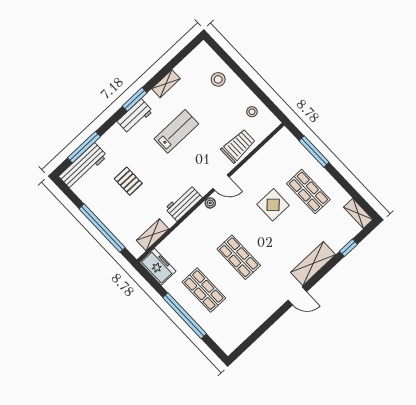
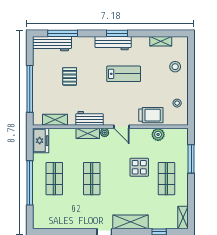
shelving: (166, 84) -> (161, 41), moved
workbench: (135, 116) -> (113, 43), width x1.37
plant: (262, 158) -> (158, 134), added
shelving: (195, 219) -> (88, 133), added

